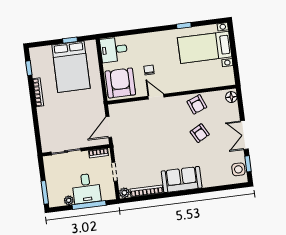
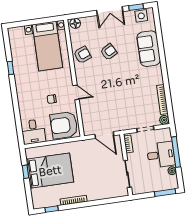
bed with nightstands: (205, 47) -> (47, 46), moved
door: (156, 97) -> (76, 92), swing flipped
sofa: (182, 180) -> (149, 49), moved

